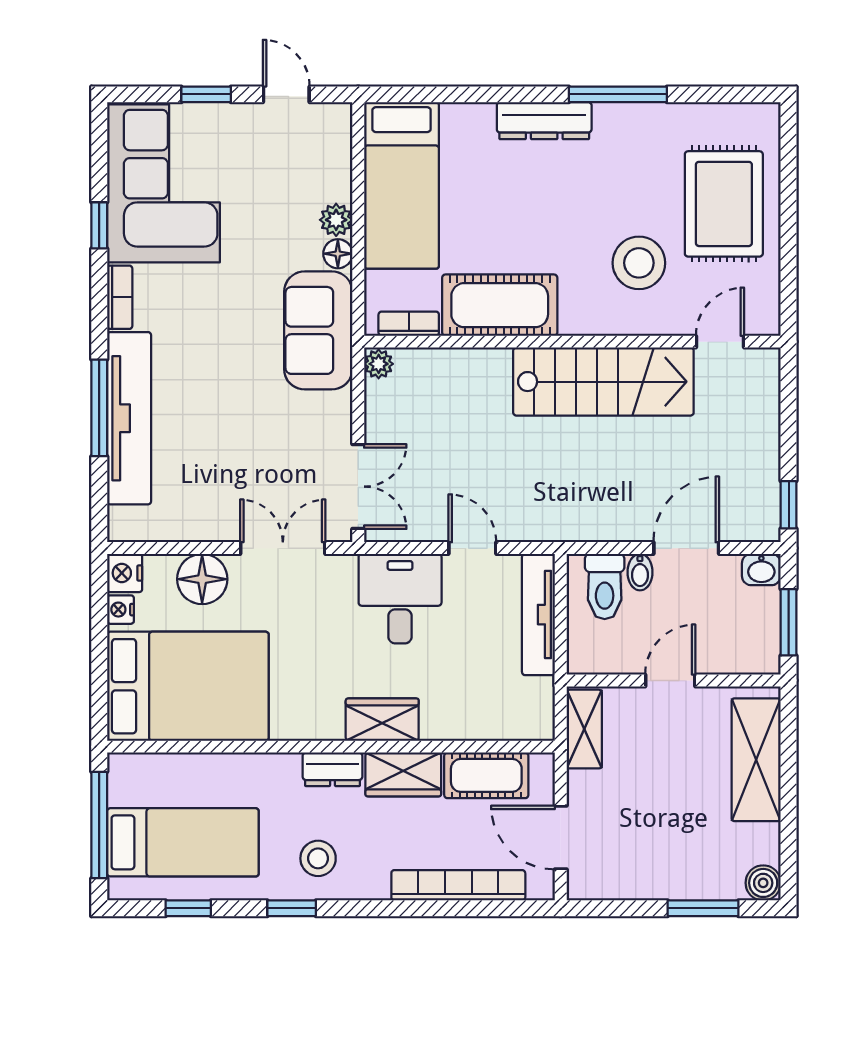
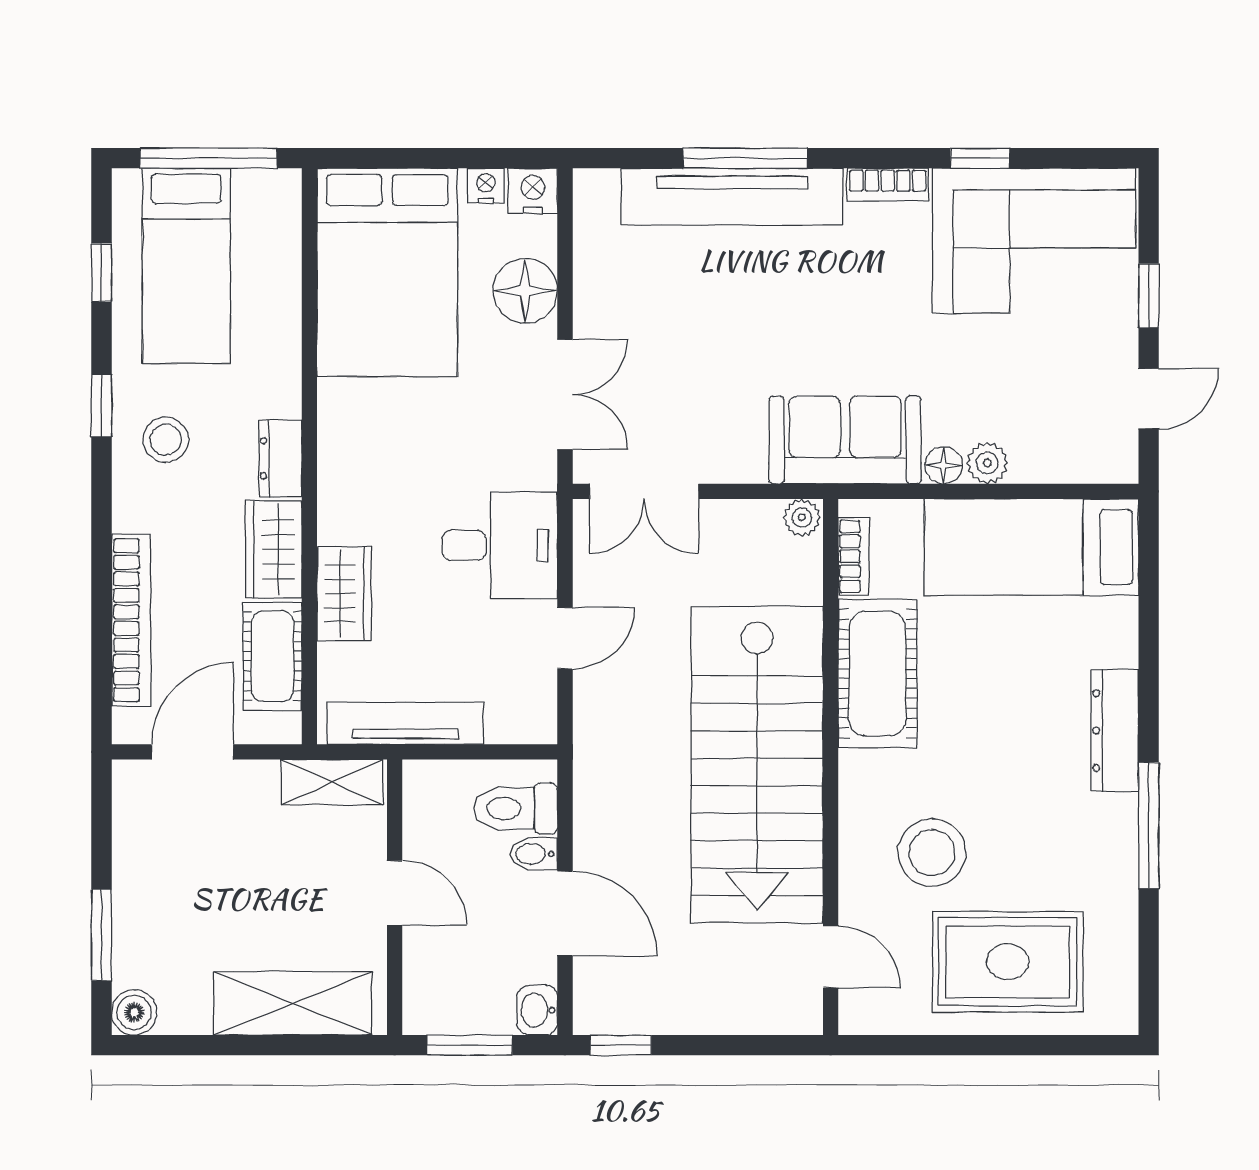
stairs: (603, 382) -> (757, 765), width x1.36, depth x1.51
tv unit: (538, 615) -> (405, 723), moved
wardrobe: (382, 720) -> (344, 594), moved

